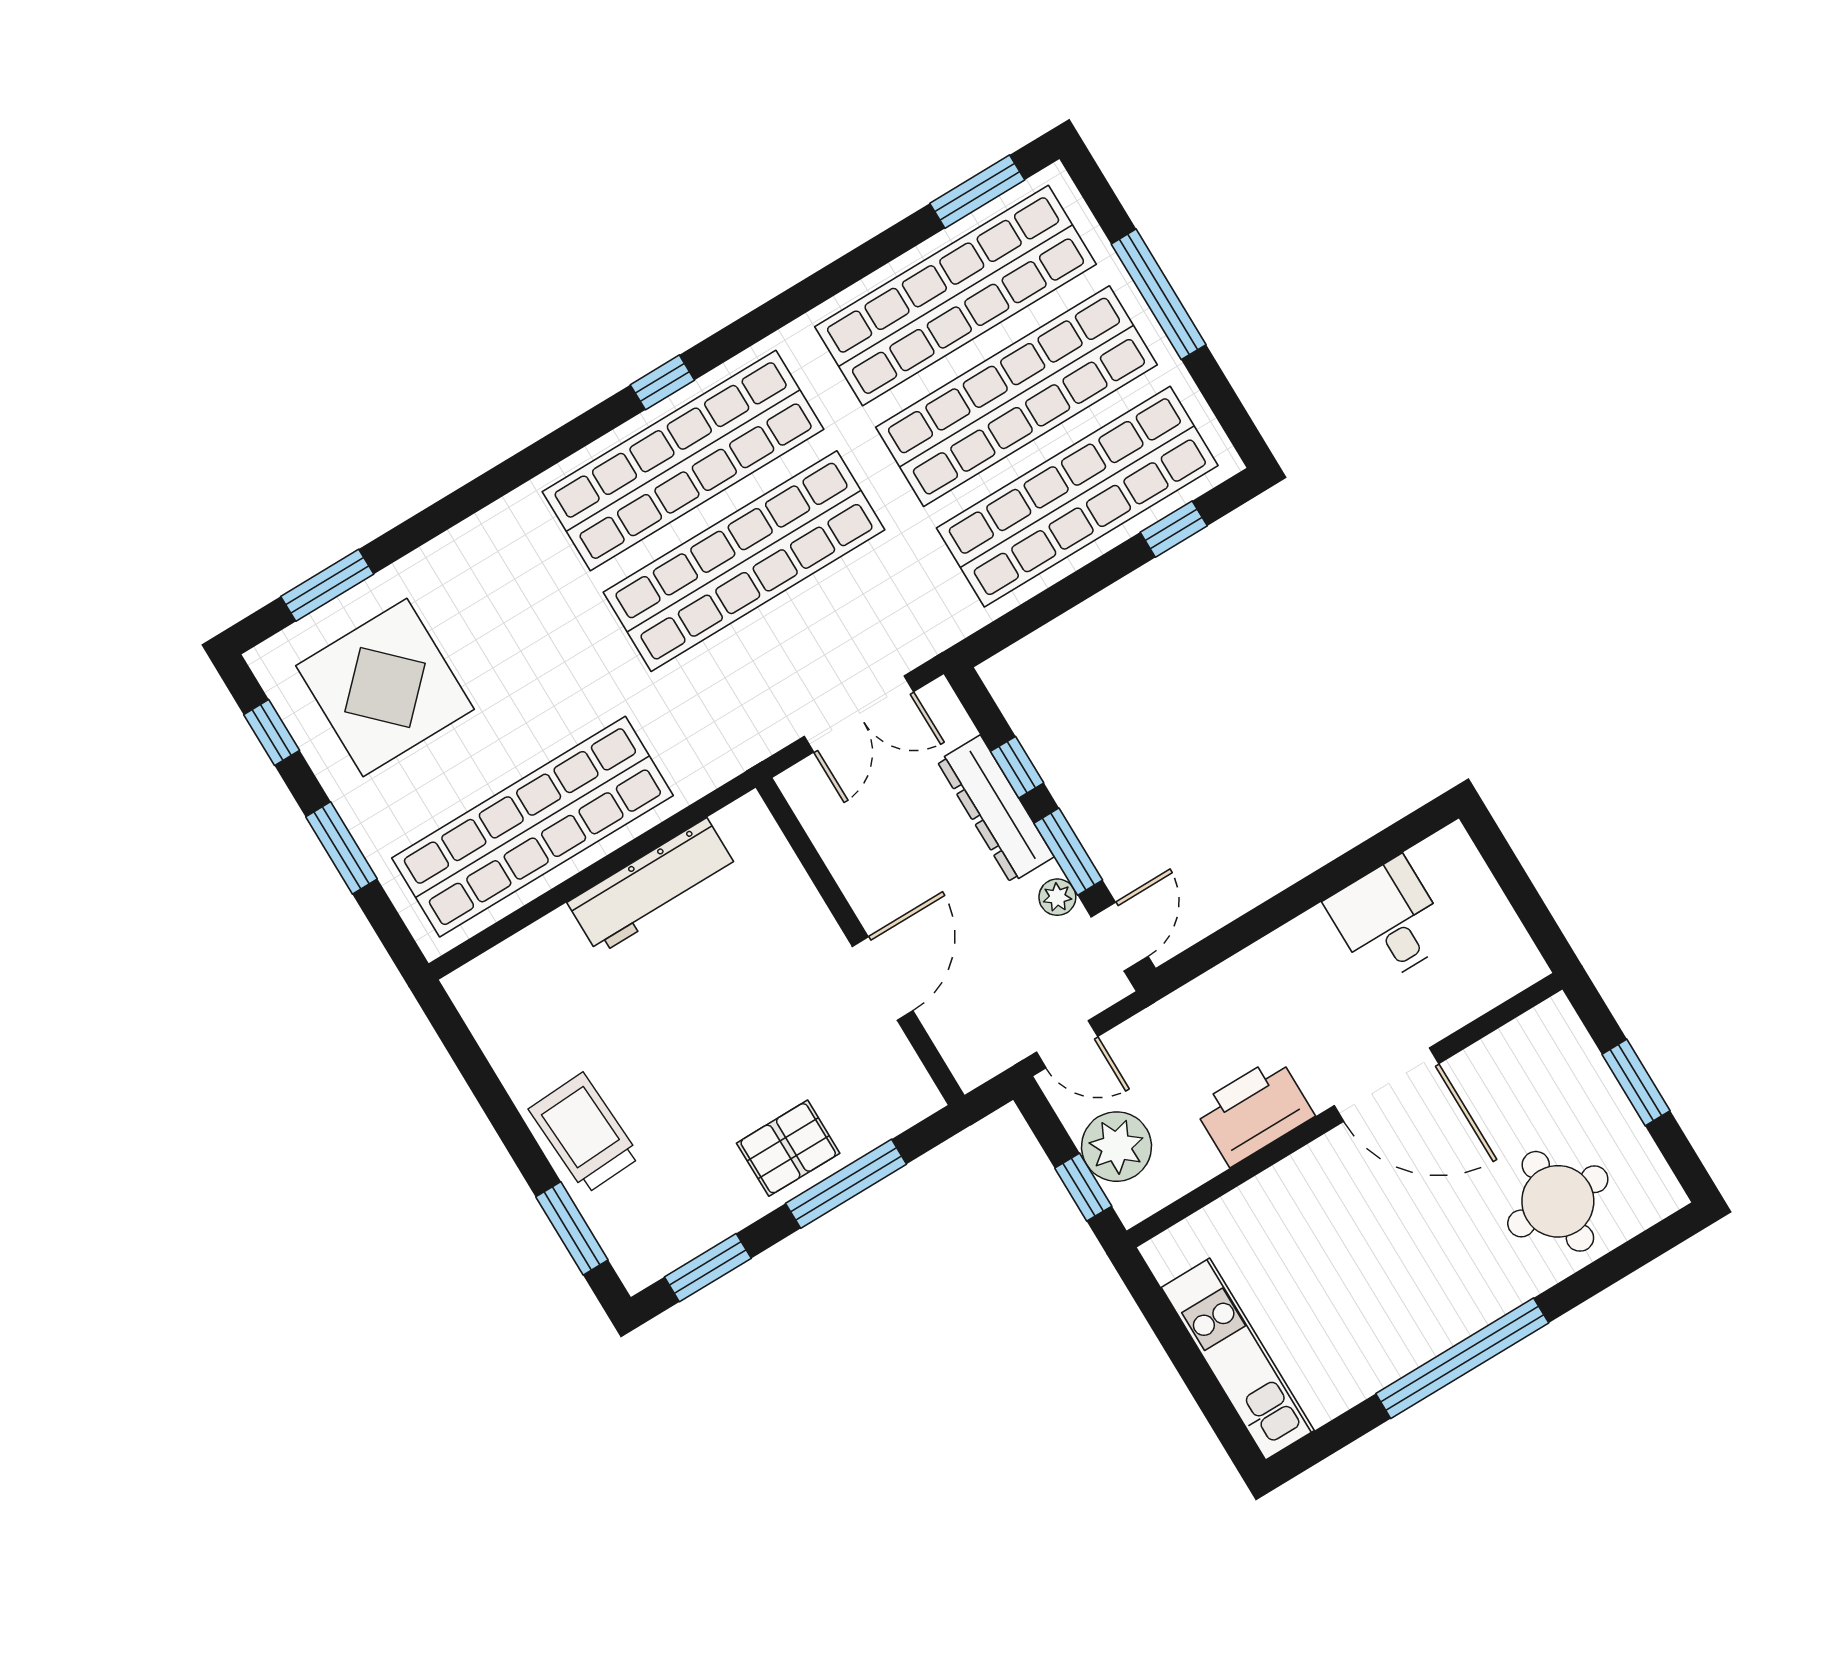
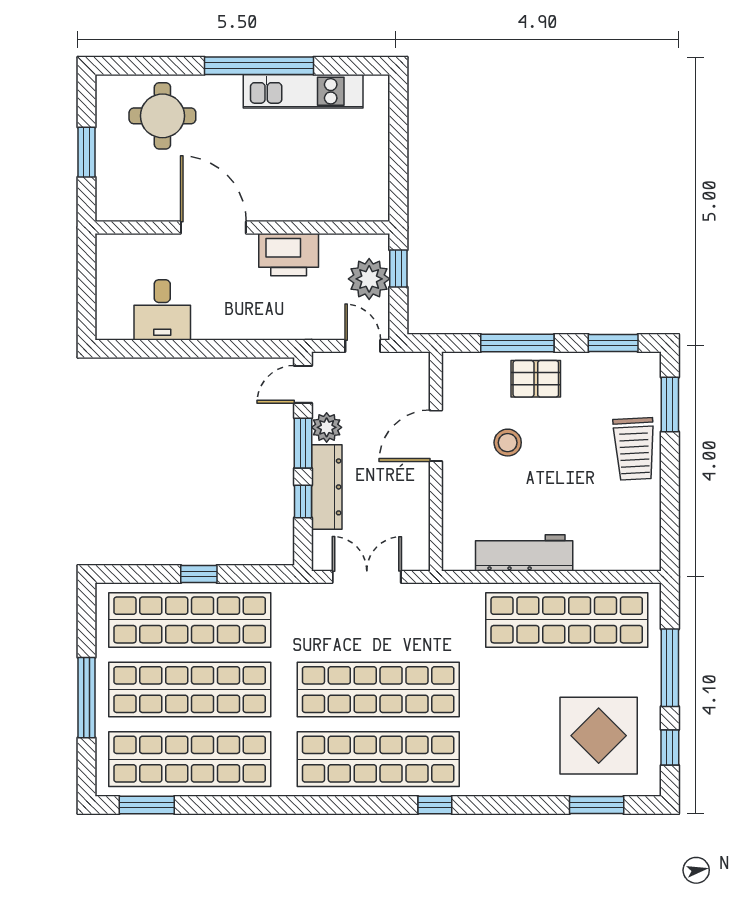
window: (662, 382) -> (435, 805), moved
window: (1174, 529) -> (199, 574), moved
window: (342, 848) -> (670, 668), width x1.44
plant: (1057, 897) -> (327, 427), width x1.38, depth x1.38
stool: (773, 1031) -> (508, 443), added
kitchen unit: (1238, 1359) -> (303, 91), moved, turned -90

